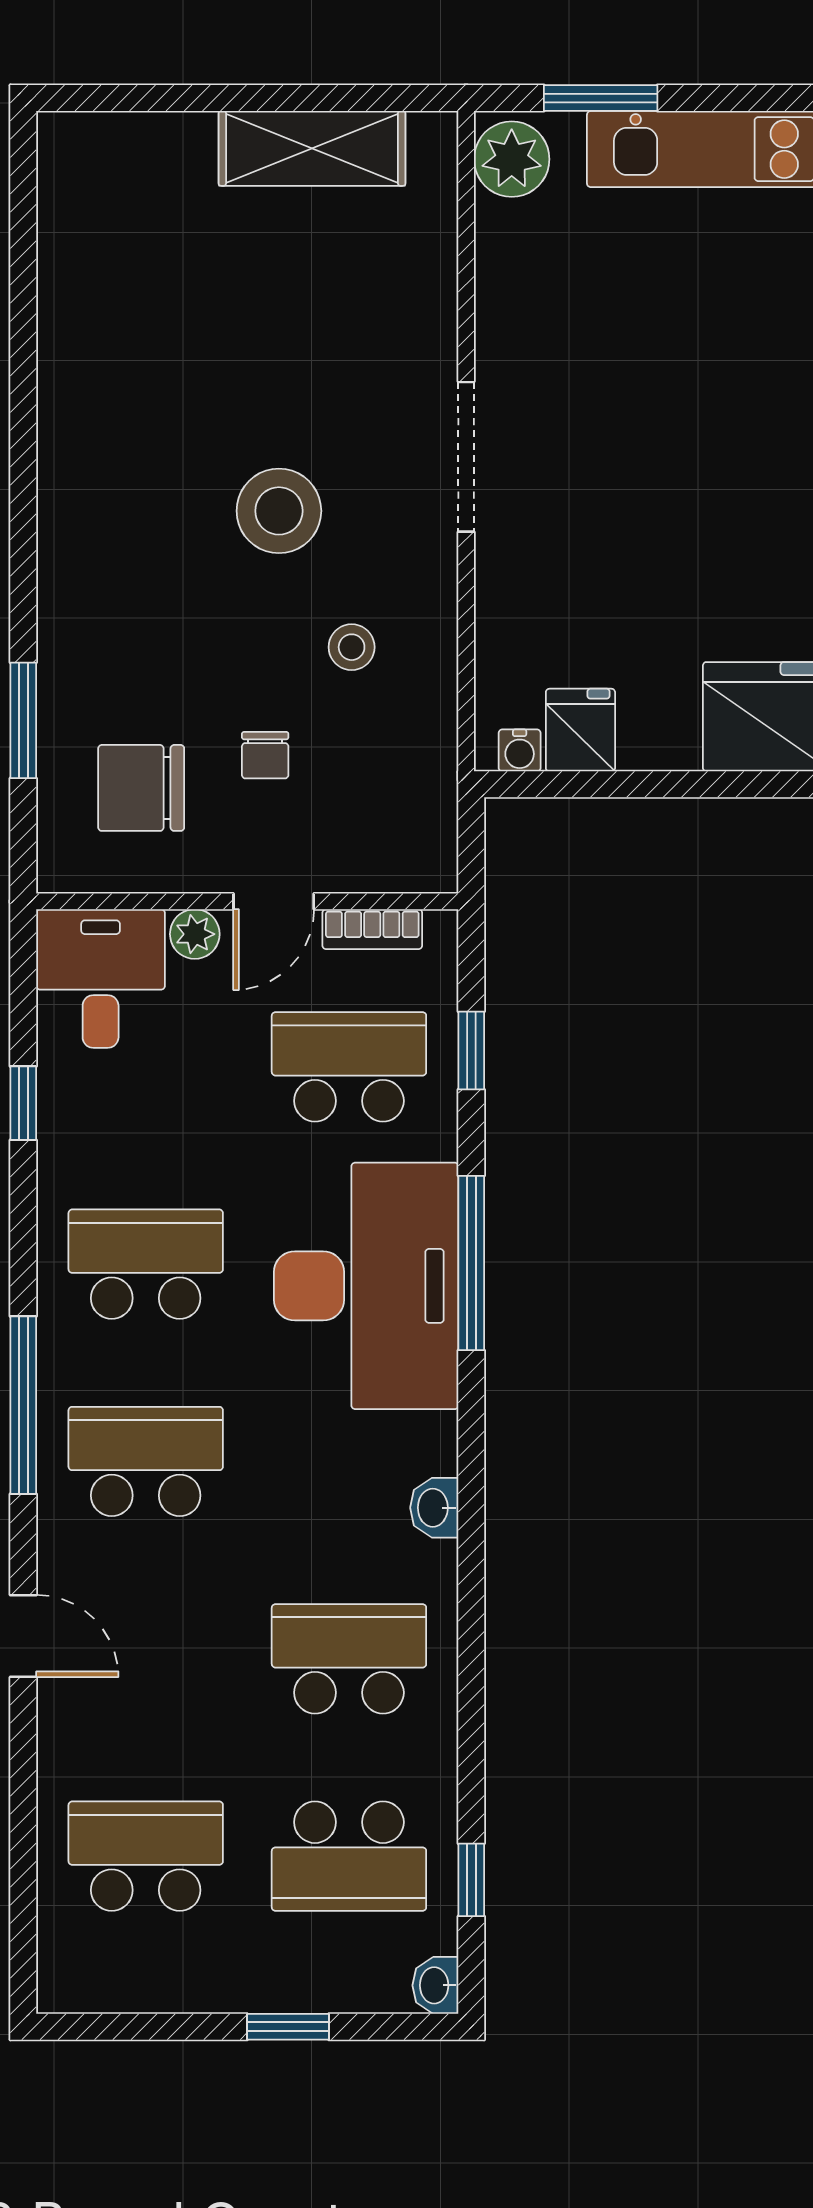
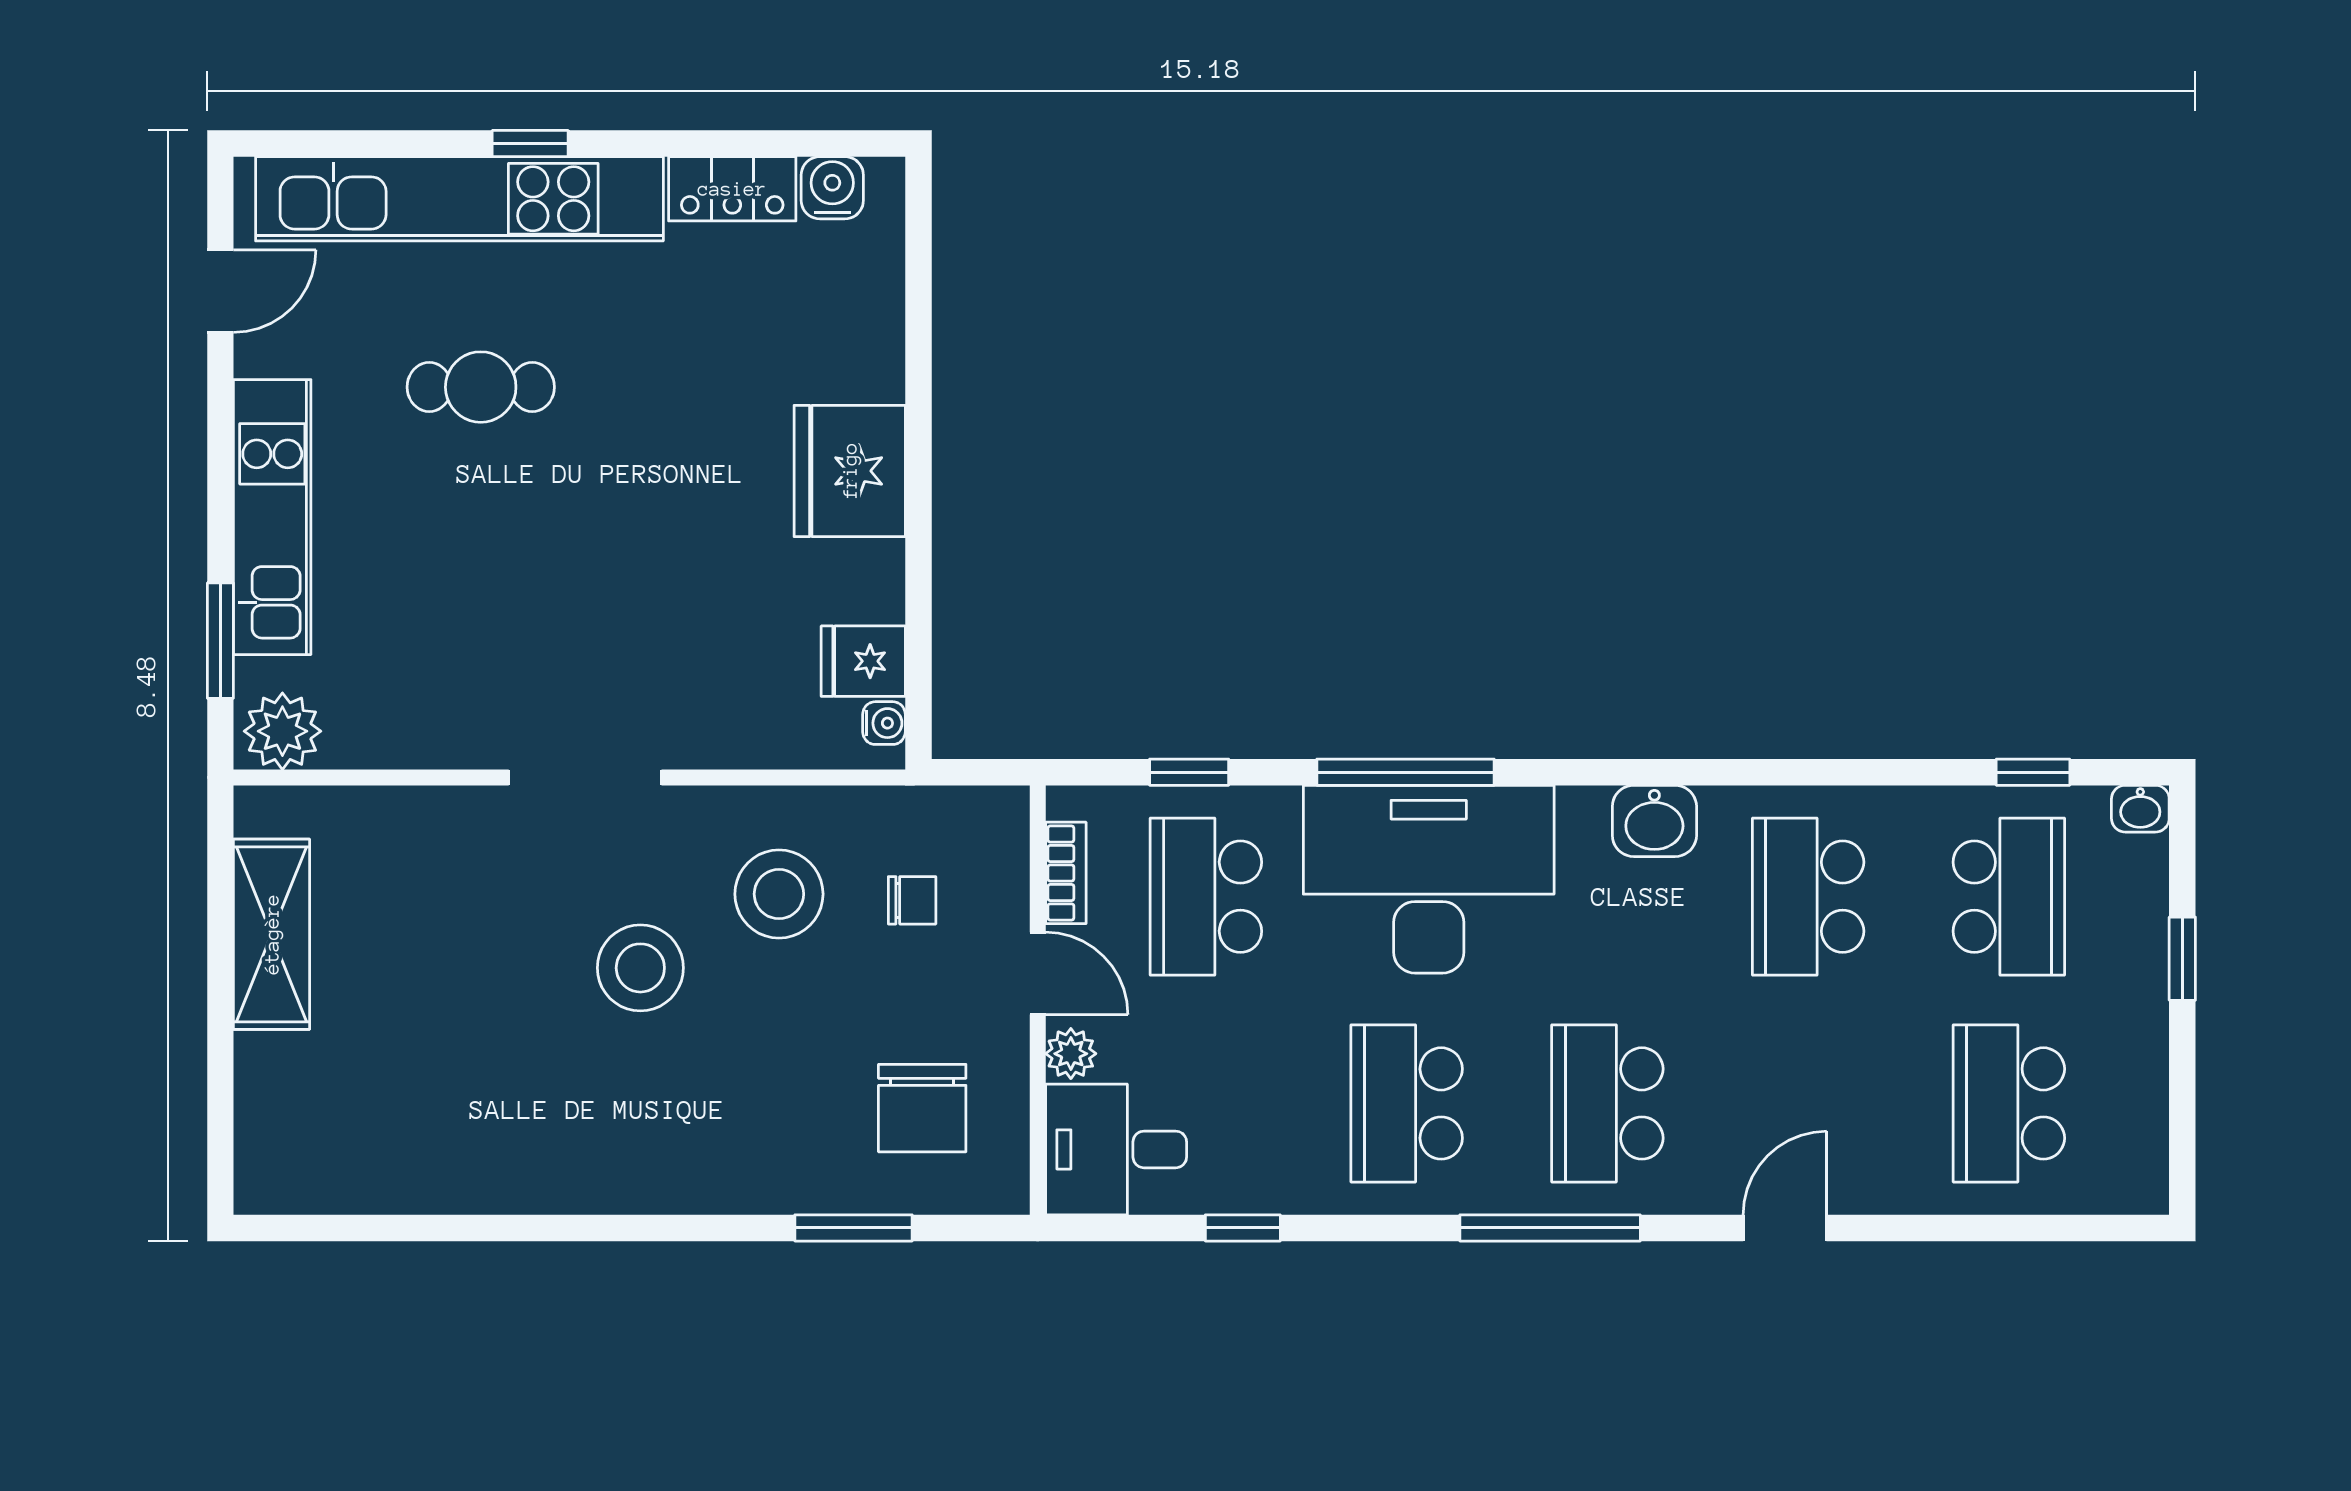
stool: (352, 647) -> (779, 894), width x1.89, depth x1.89
chair: (265, 755) -> (912, 900), moved
washbasin: (434, 1508) -> (1654, 821), width x1.38, depth x1.45

